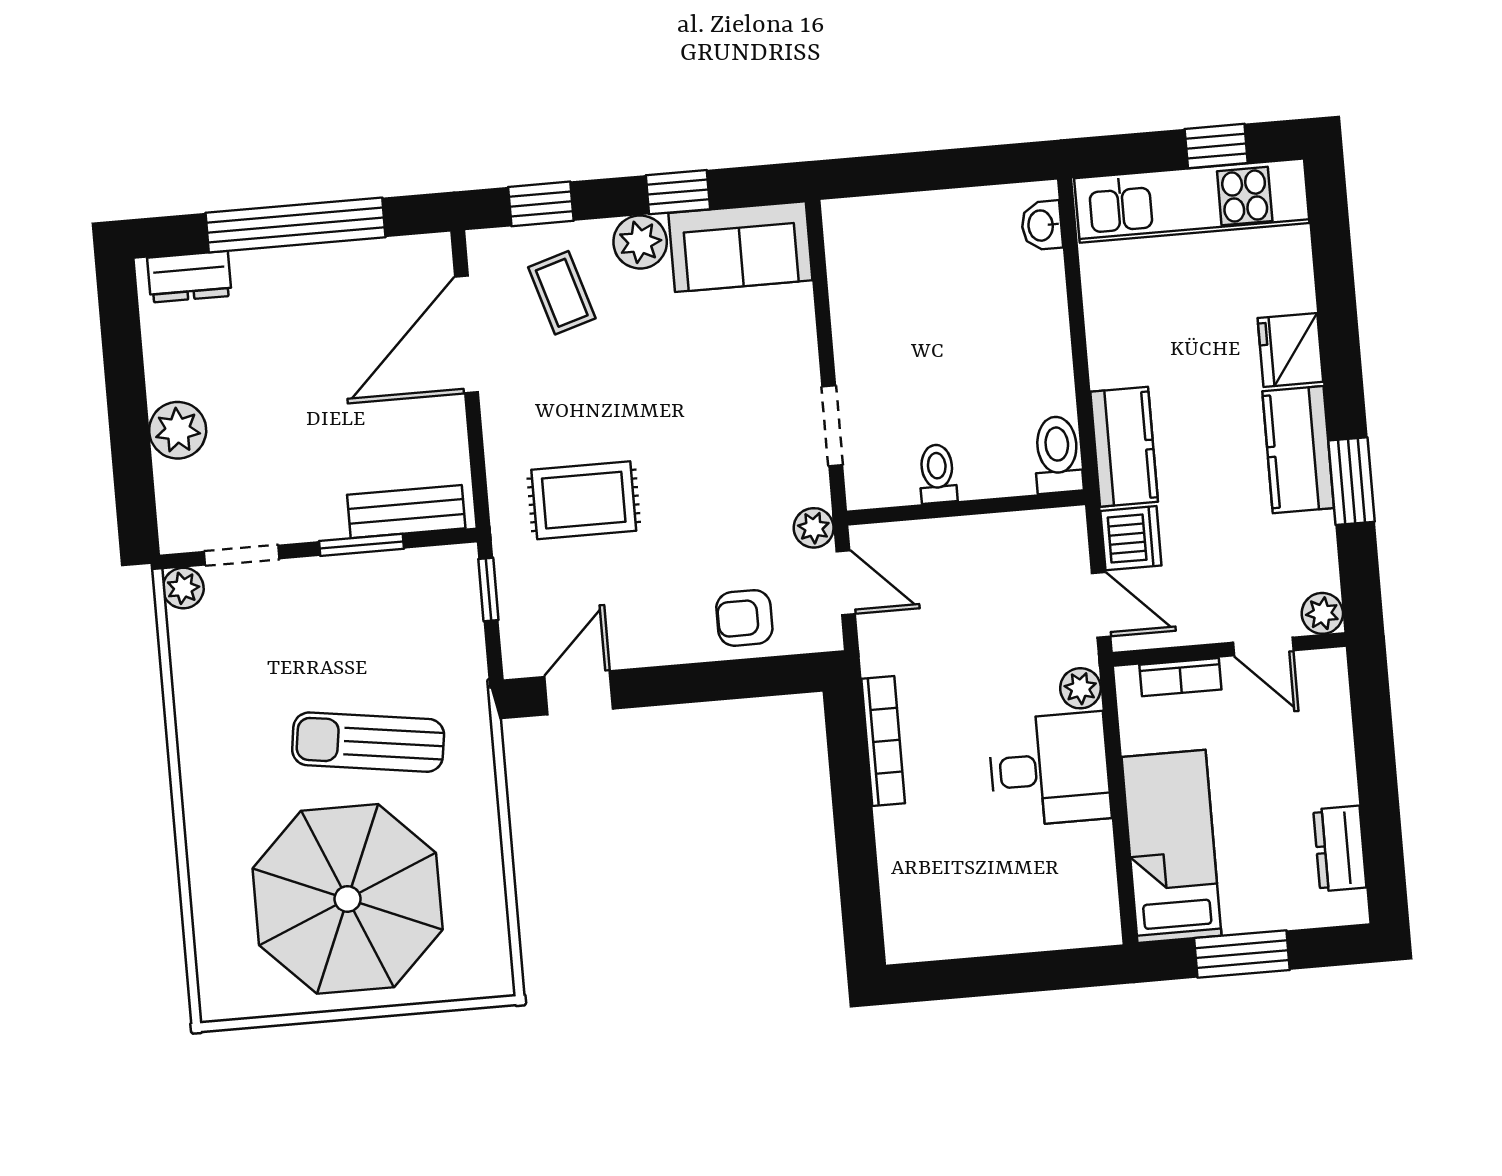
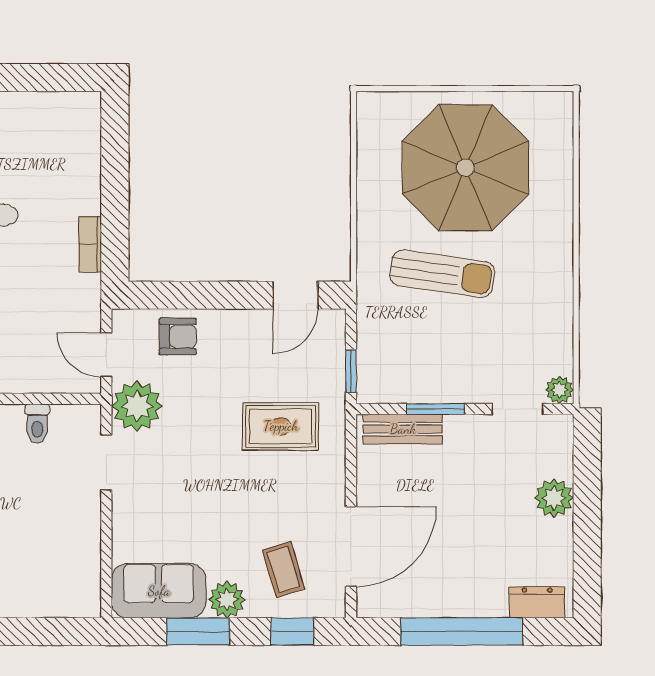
window: (678, 192) -> (198, 631), width x1.50
plant: (814, 528) -> (137, 406), width x1.87, depth x1.87
bookcase: (883, 741) -> (90, 244), width x0.64

